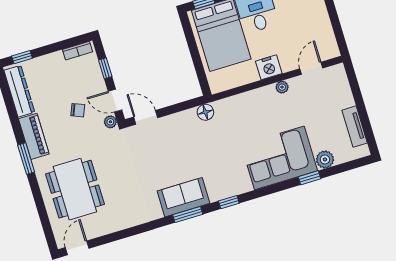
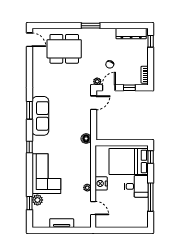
tv unit: (355, 127) -> (62, 223), moved
piano: (34, 136) -> (102, 34), removed
window: (309, 178) -> (29, 203), moved
sofa: (183, 197) -> (40, 116), width x1.36
window: (229, 202) -> (29, 147), moved

